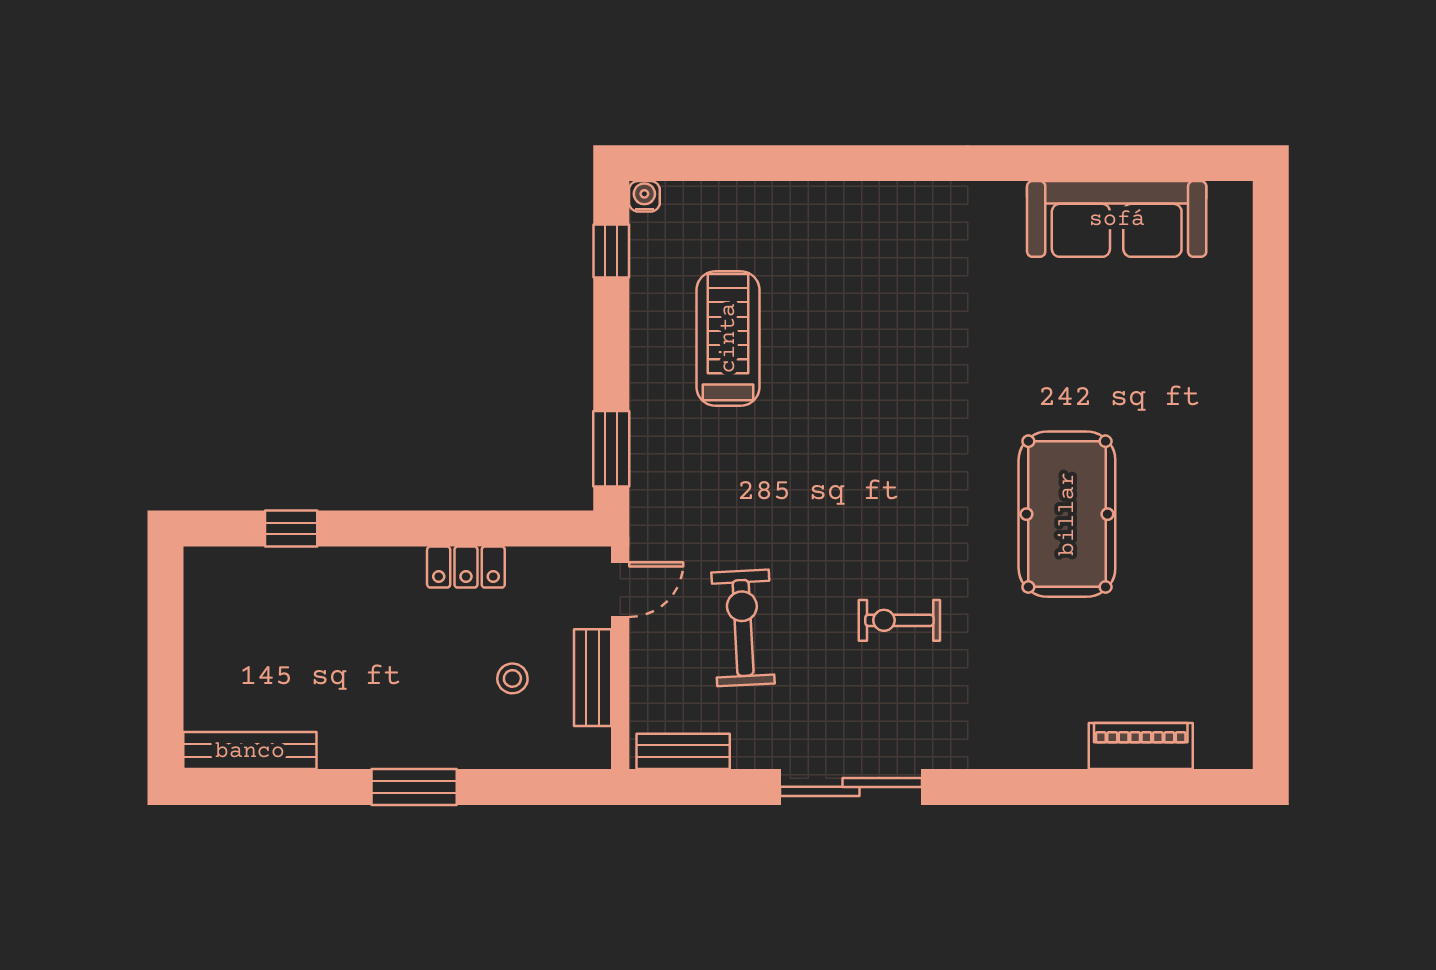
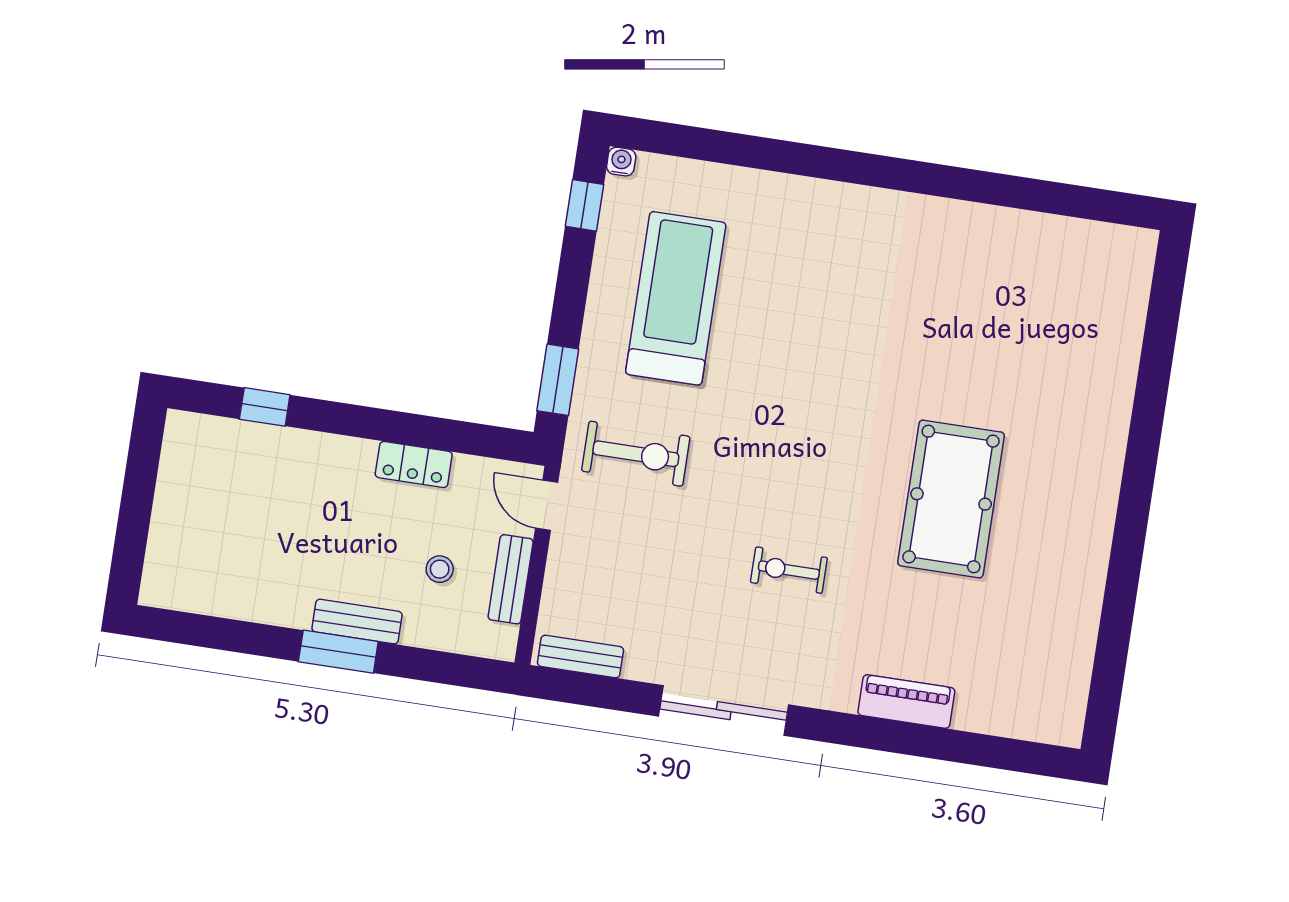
sofa: (1117, 219) -> (1035, 245), removed
treadmill: (728, 338) -> (676, 298), width x1.37, depth x1.38
door: (620, 590) -> (547, 505), swing flipped
exercise bike: (743, 628) -> (636, 454), moved, turned 93
piano: (1141, 746) -> (906, 702), moved
bench: (250, 751) -> (357, 622), moved, width x0.73

